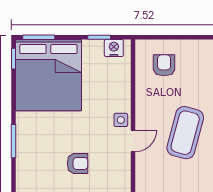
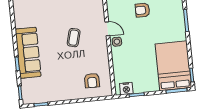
bed: (48, 75) -> (173, 66), width x0.73
coffee table: (185, 133) -> (74, 38), width x0.54, depth x0.58
door: (133, 141) -> (107, 29), swing flipped

